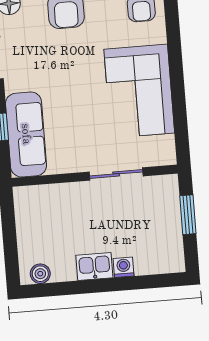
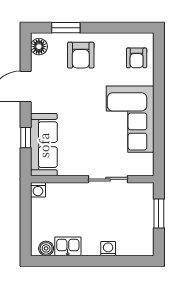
washing machine: (23, 196) -> (38, 190), added
kitchen sink: (94, 266) -> (68, 246), moved

